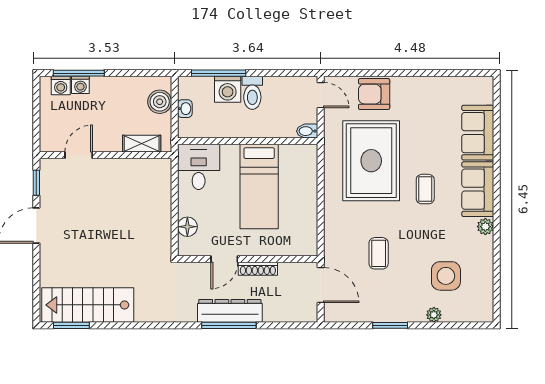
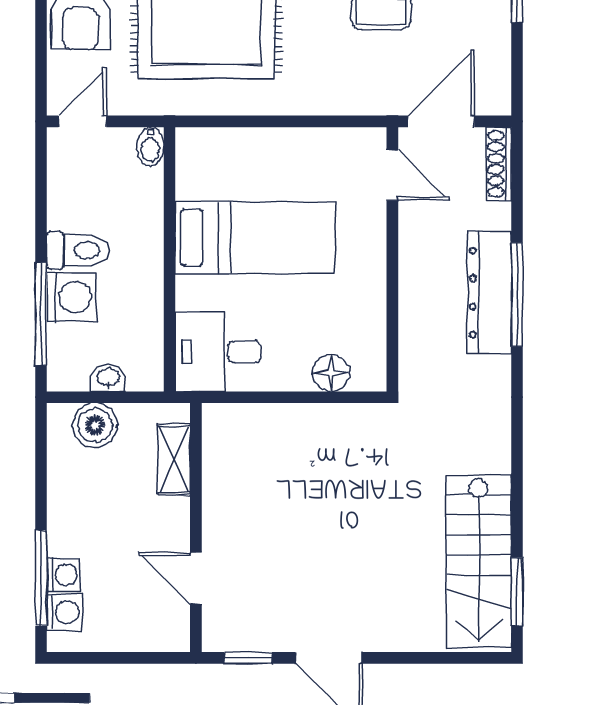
door: (224, 259) -> (392, 175), moved
shoe rack: (258, 269) -> (499, 164), moved, turned 180

